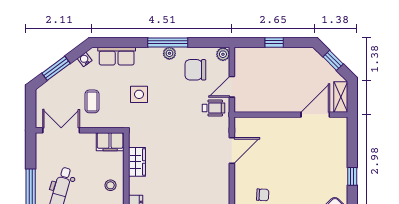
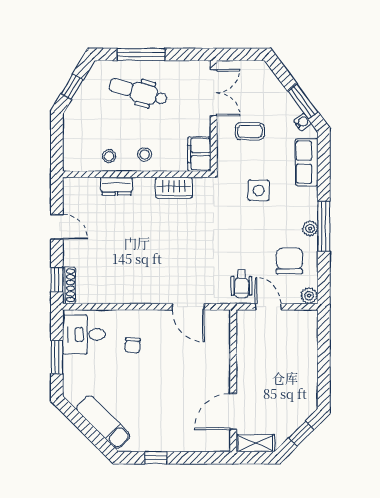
window: (274, 42) -> (324, 360), removed
window: (56, 68) -> (303, 102), moved
door: (315, 115) -> (233, 411), swing flipped

